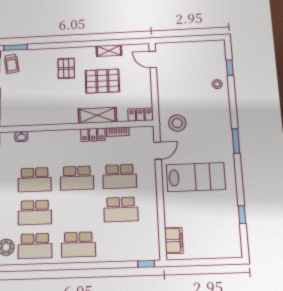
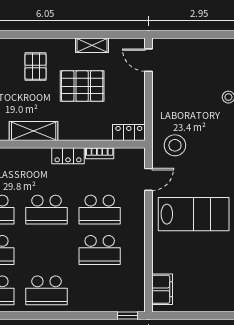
shelving: (97, 115) -> (34, 131), moved

